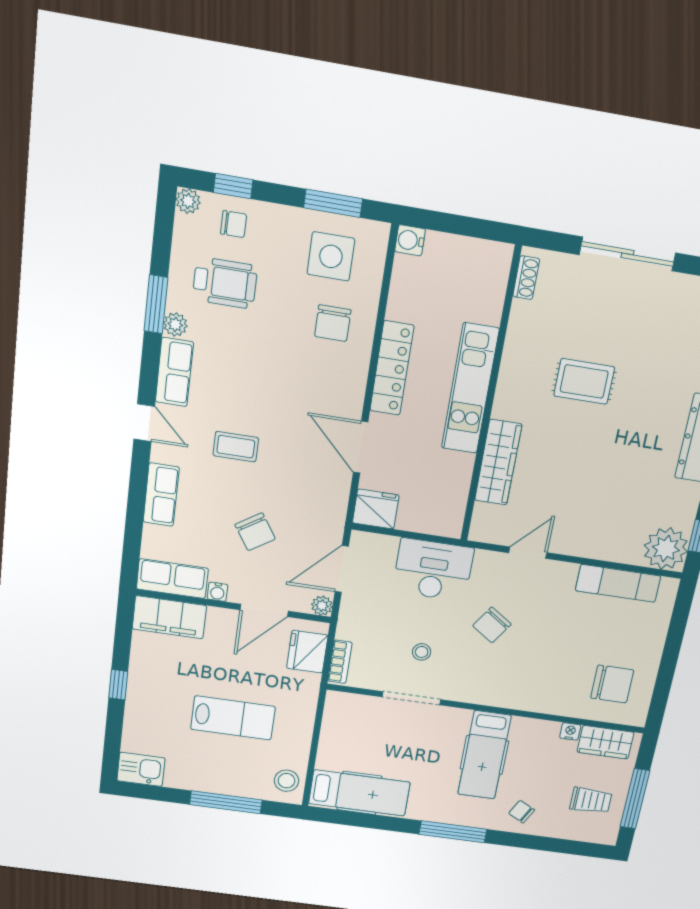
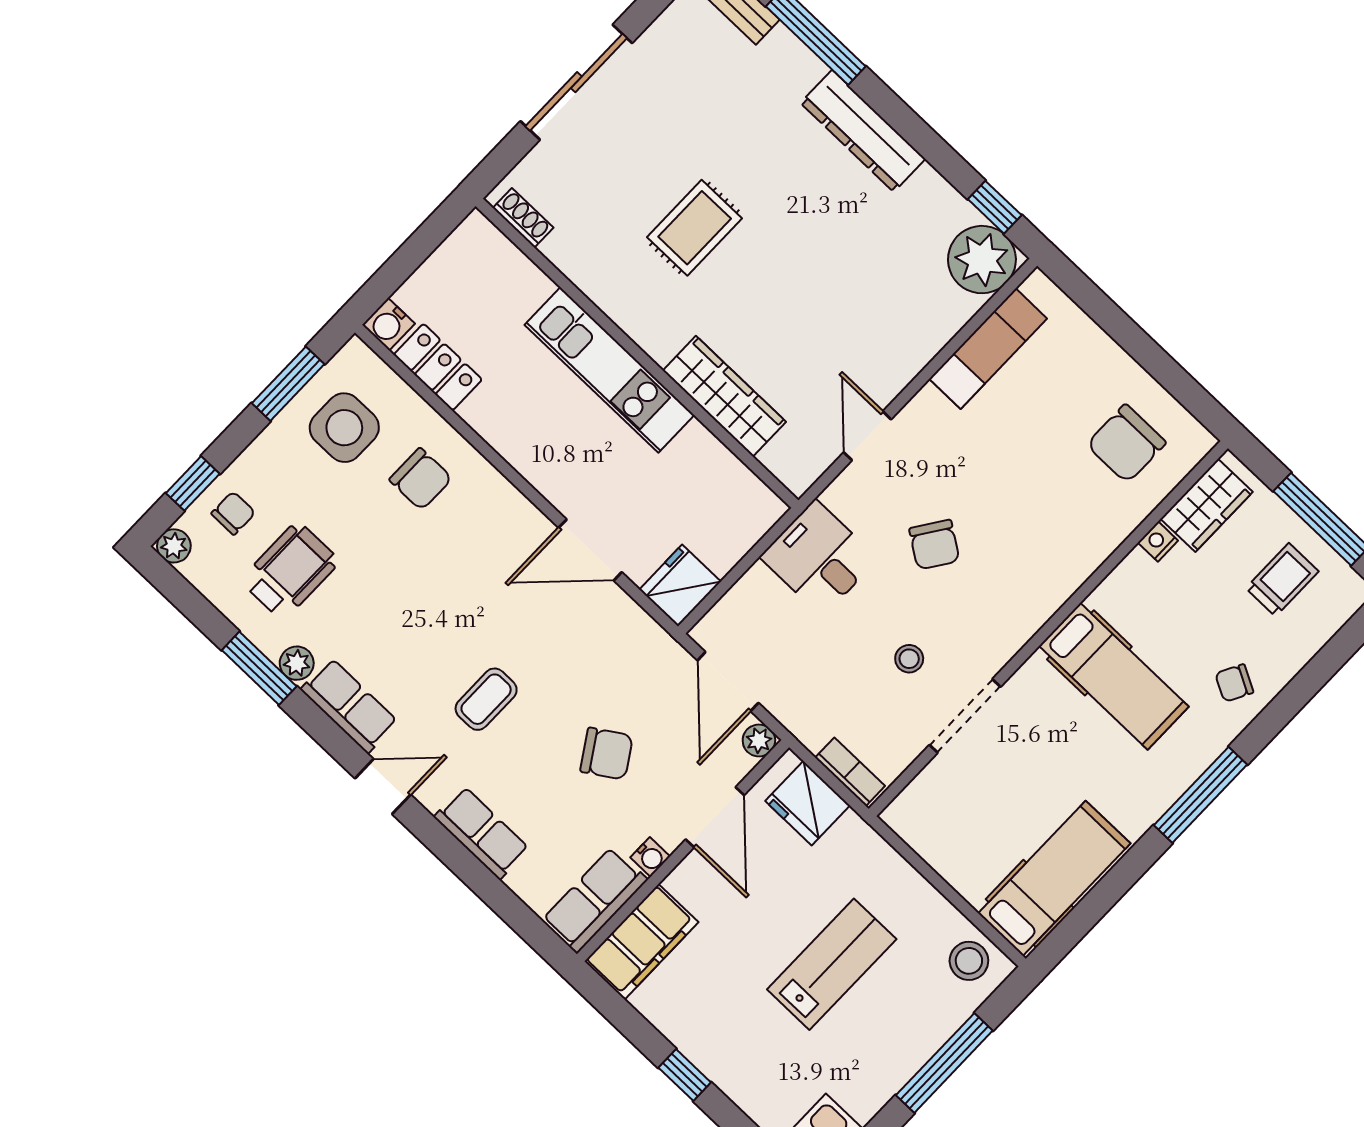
locker: (392, 368) -> (438, 367), moved, width x0.66
desk: (433, 570) -> (819, 558), width x0.73
chair: (612, 684) -> (1126, 444), turned 180

